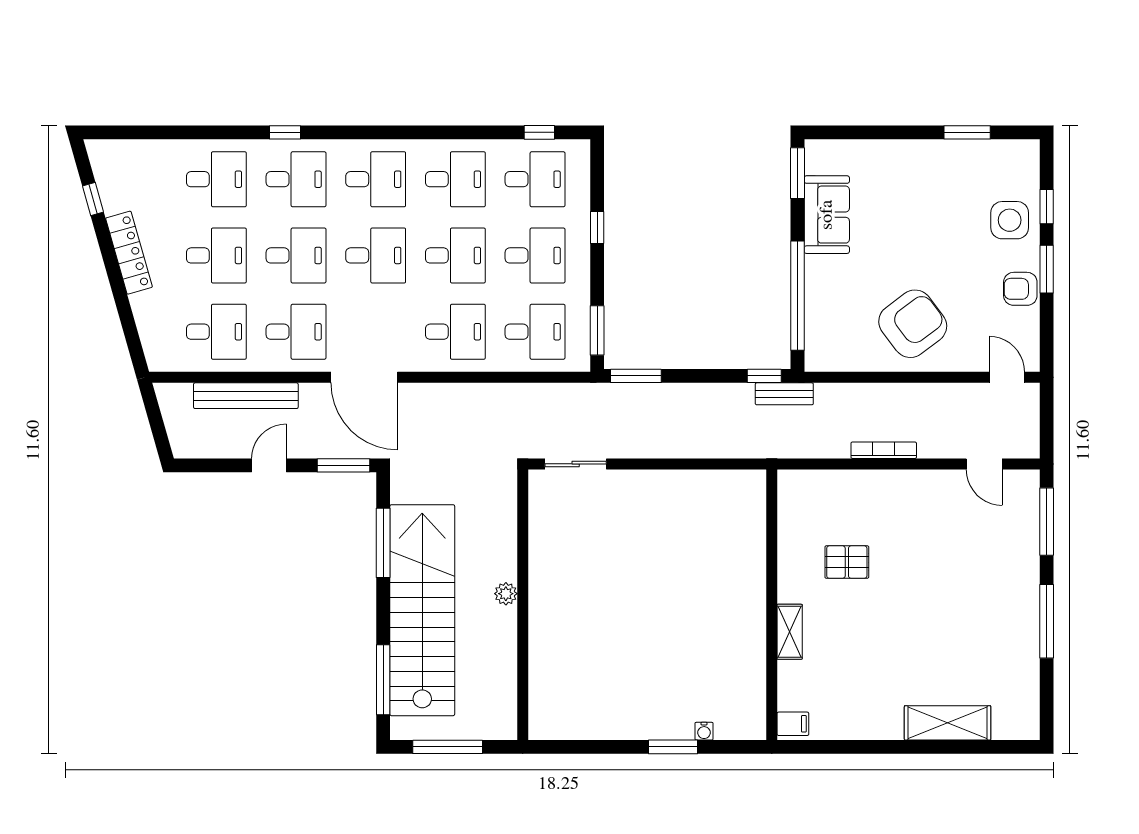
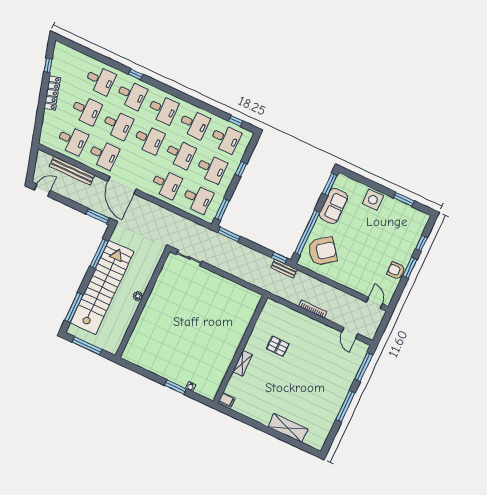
side table: (1010, 220) -> (373, 200), moved
armchair: (913, 324) -> (322, 251), moved
door: (269, 465) -> (42, 190), moved

